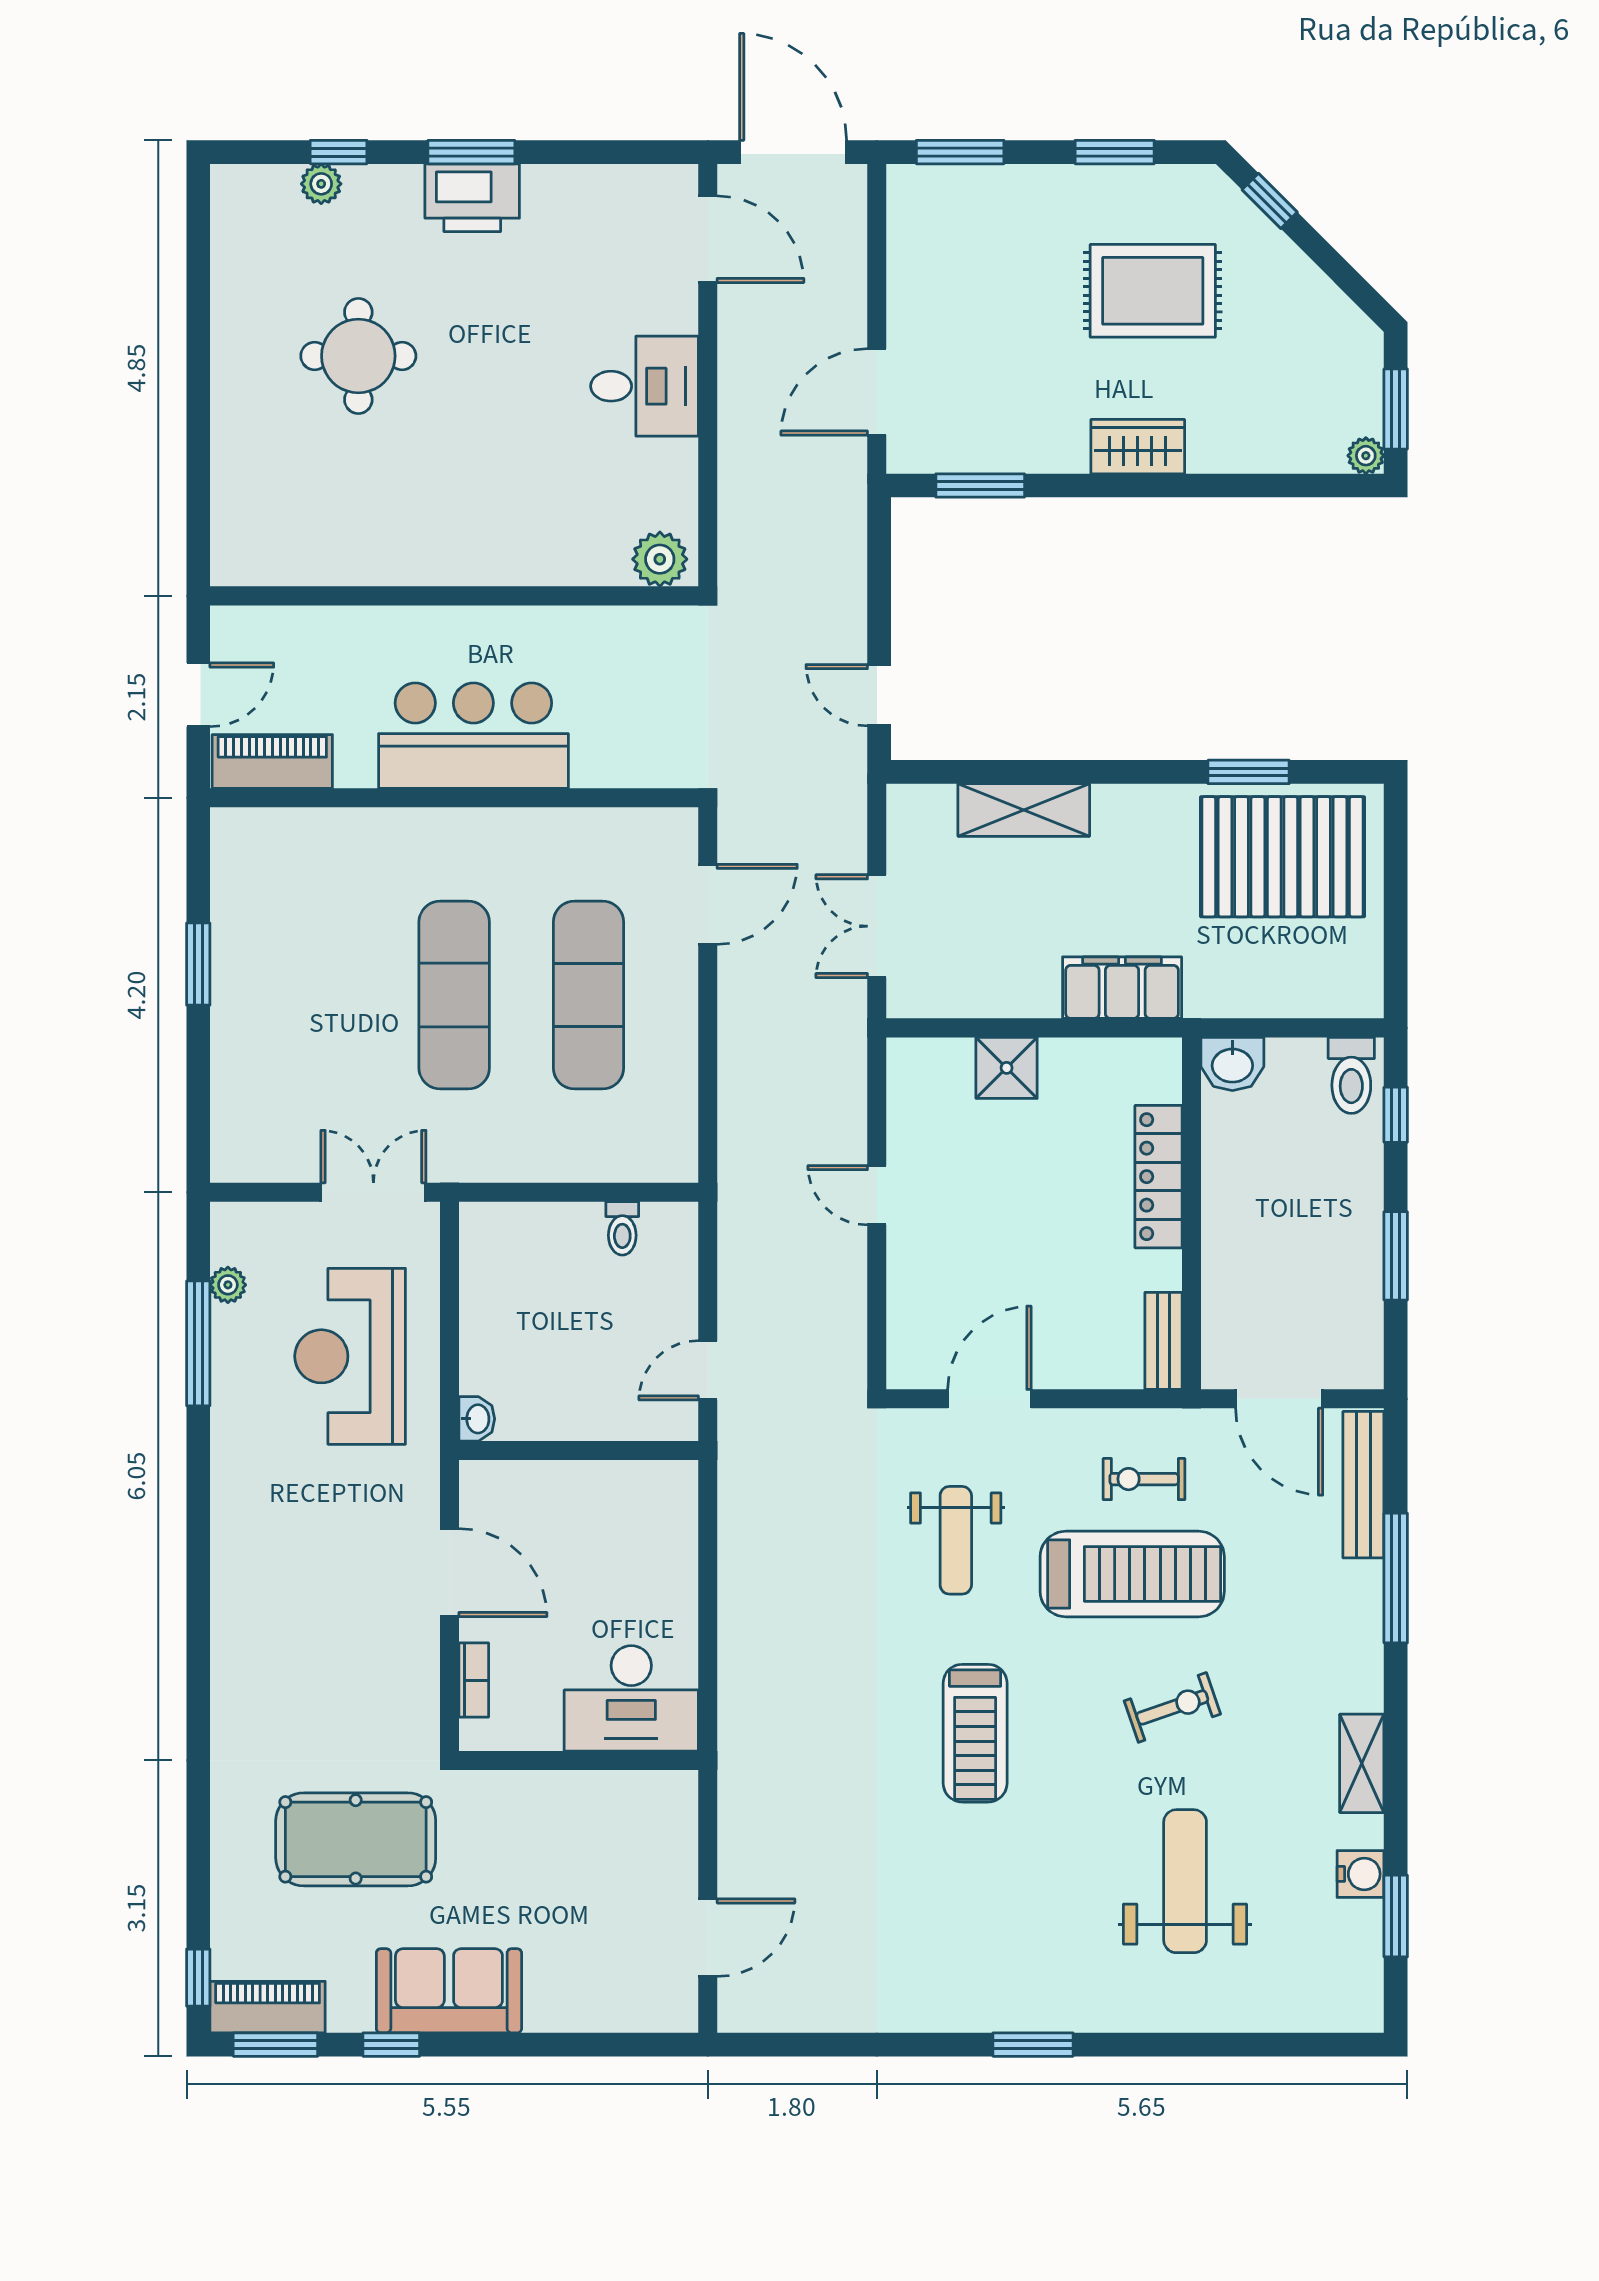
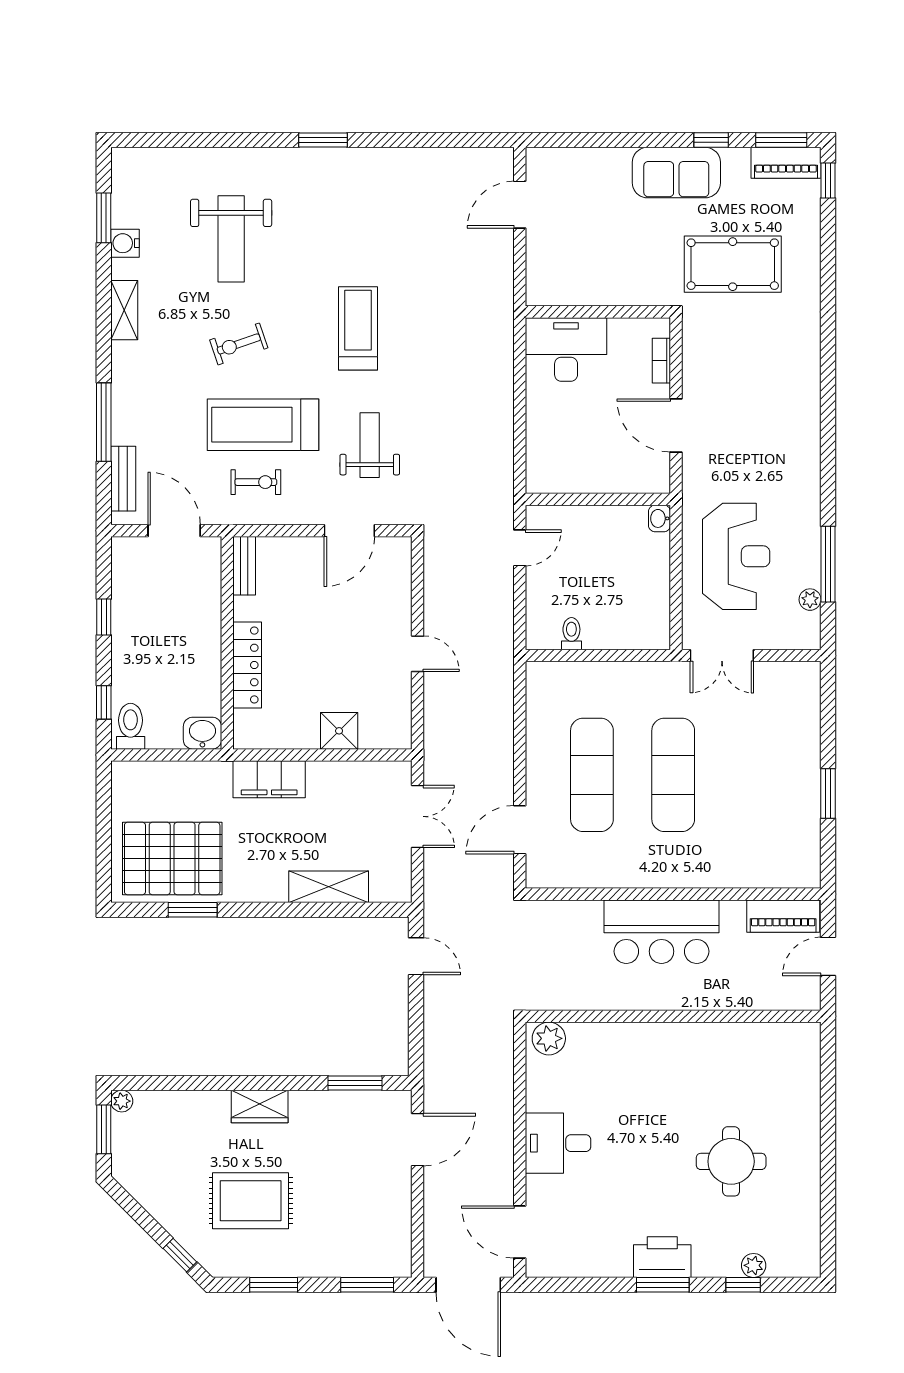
window: (1396, 1256) -> (104, 617), width x0.67
bench: (1363, 1485) -> (123, 479), width x0.73

